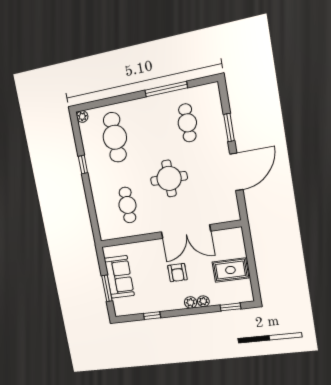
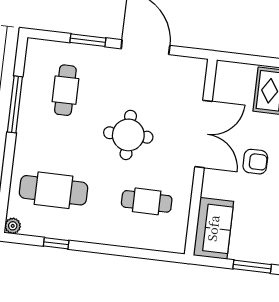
cafe table: (187, 123) -> (65, 90), turned 90
window: (83, 165) -> (56, 243), moved
sofa: (119, 277) -> (213, 228), moved, turned 90

